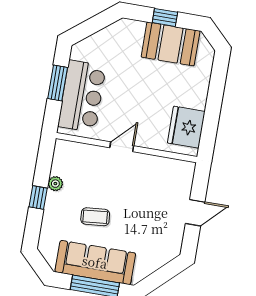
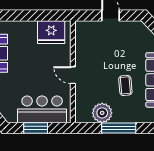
plant: (55, 184) -> (102, 113), width x1.87, depth x1.87
window: (38, 197) -> (119, 128), width x2.17

